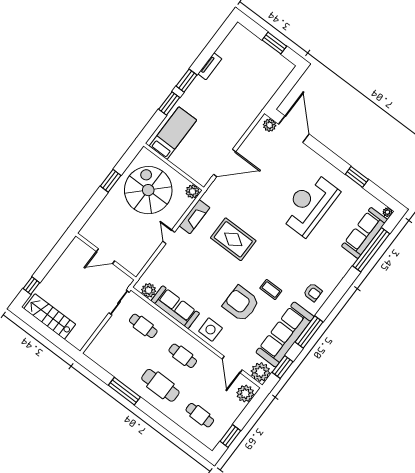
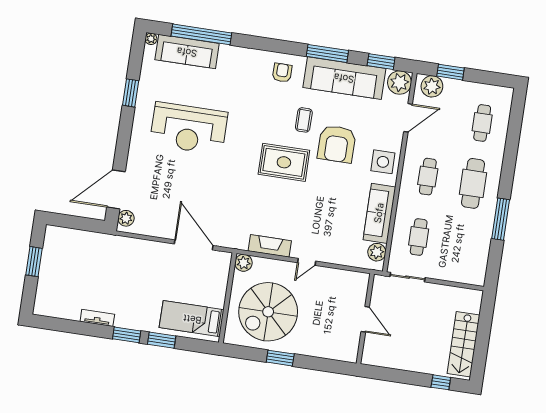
rug: (233, 239) -> (284, 162), moved, turned 90
window: (230, 436) -> (451, 72), moved

